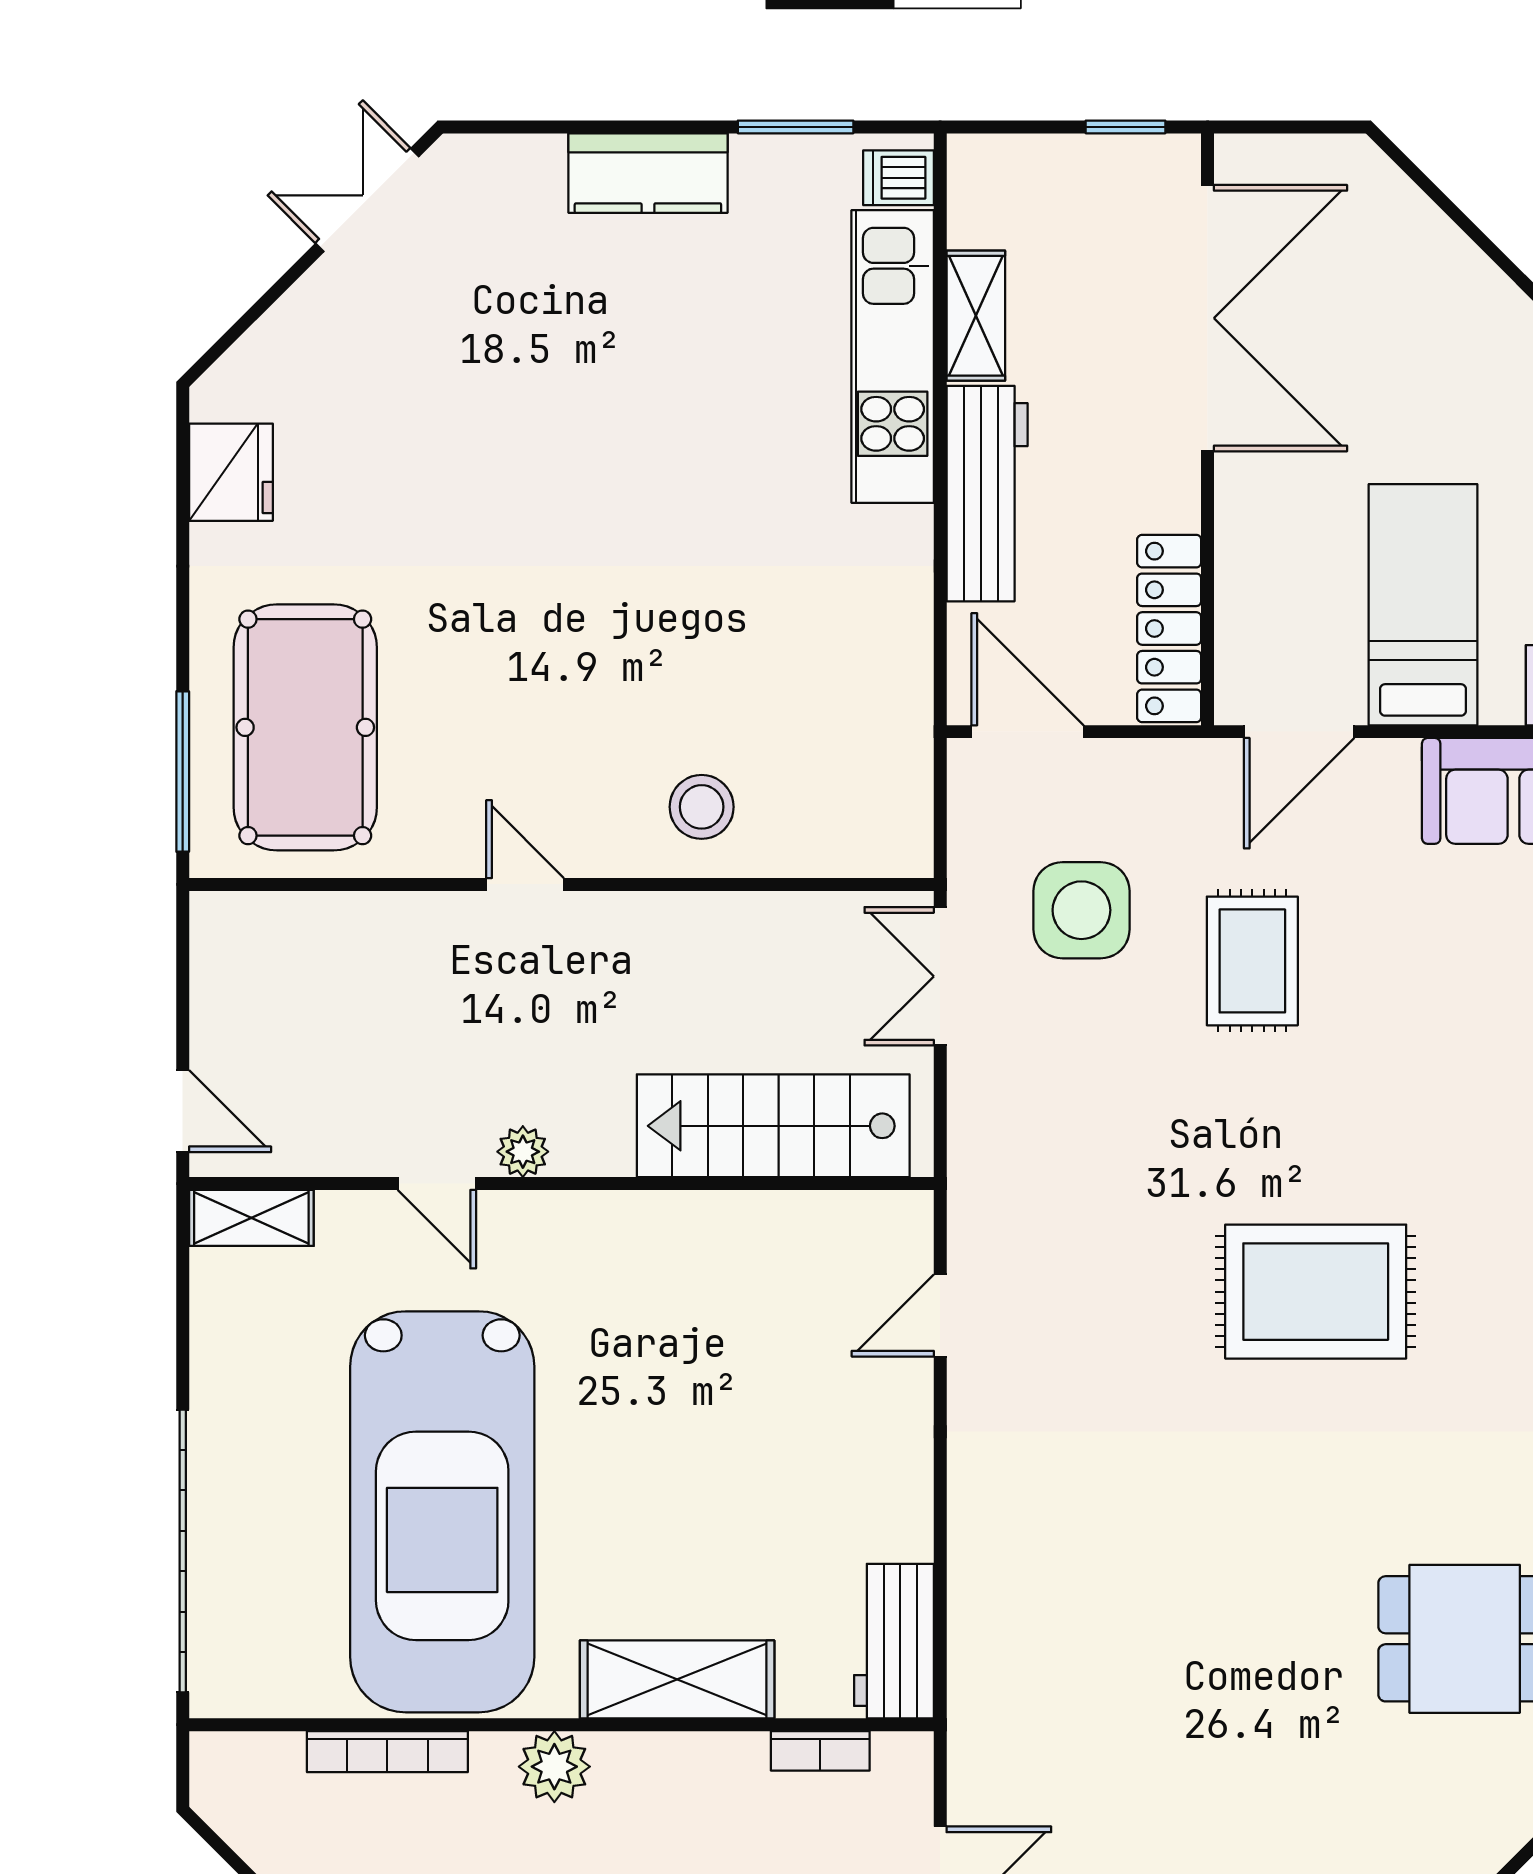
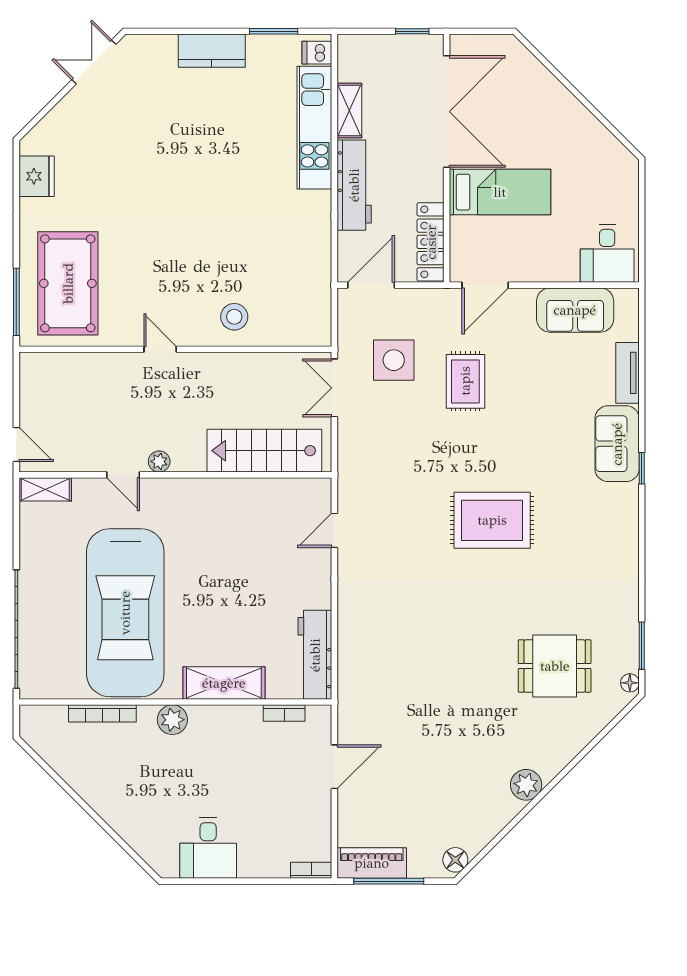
bed: (1423, 605) -> (500, 192), moved, turned 90
door: (1028, 732) -> (371, 285), hinge flipped
workbench: (894, 1641) -> (315, 655), width x1.38

